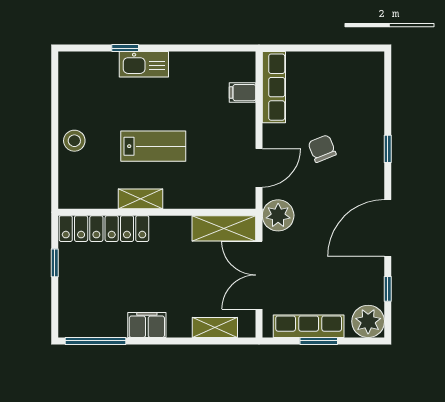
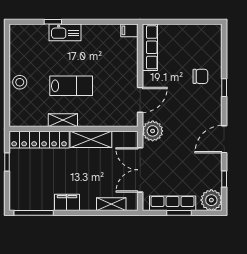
filing cabinet: (243, 93) -> (129, 30), moved
chair: (322, 149) -> (200, 76), moved, turned 112
shelving: (224, 228) -> (91, 139), moved
door: (388, 228) -> (224, 139), width x0.73

